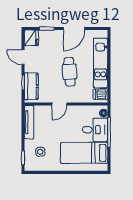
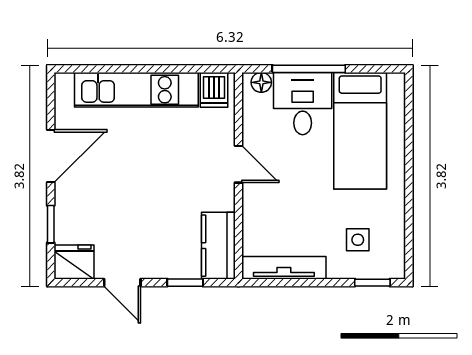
door: (74, 29) -> (51, 156), hinge flipped
door: (23, 57) -> (122, 283), hinge flipped
cafe table: (69, 72) -> (158, 167), removed
kitchen counter: (31, 86) -> (218, 246), moved, turned -90
door: (59, 104) -> (239, 164), moved

